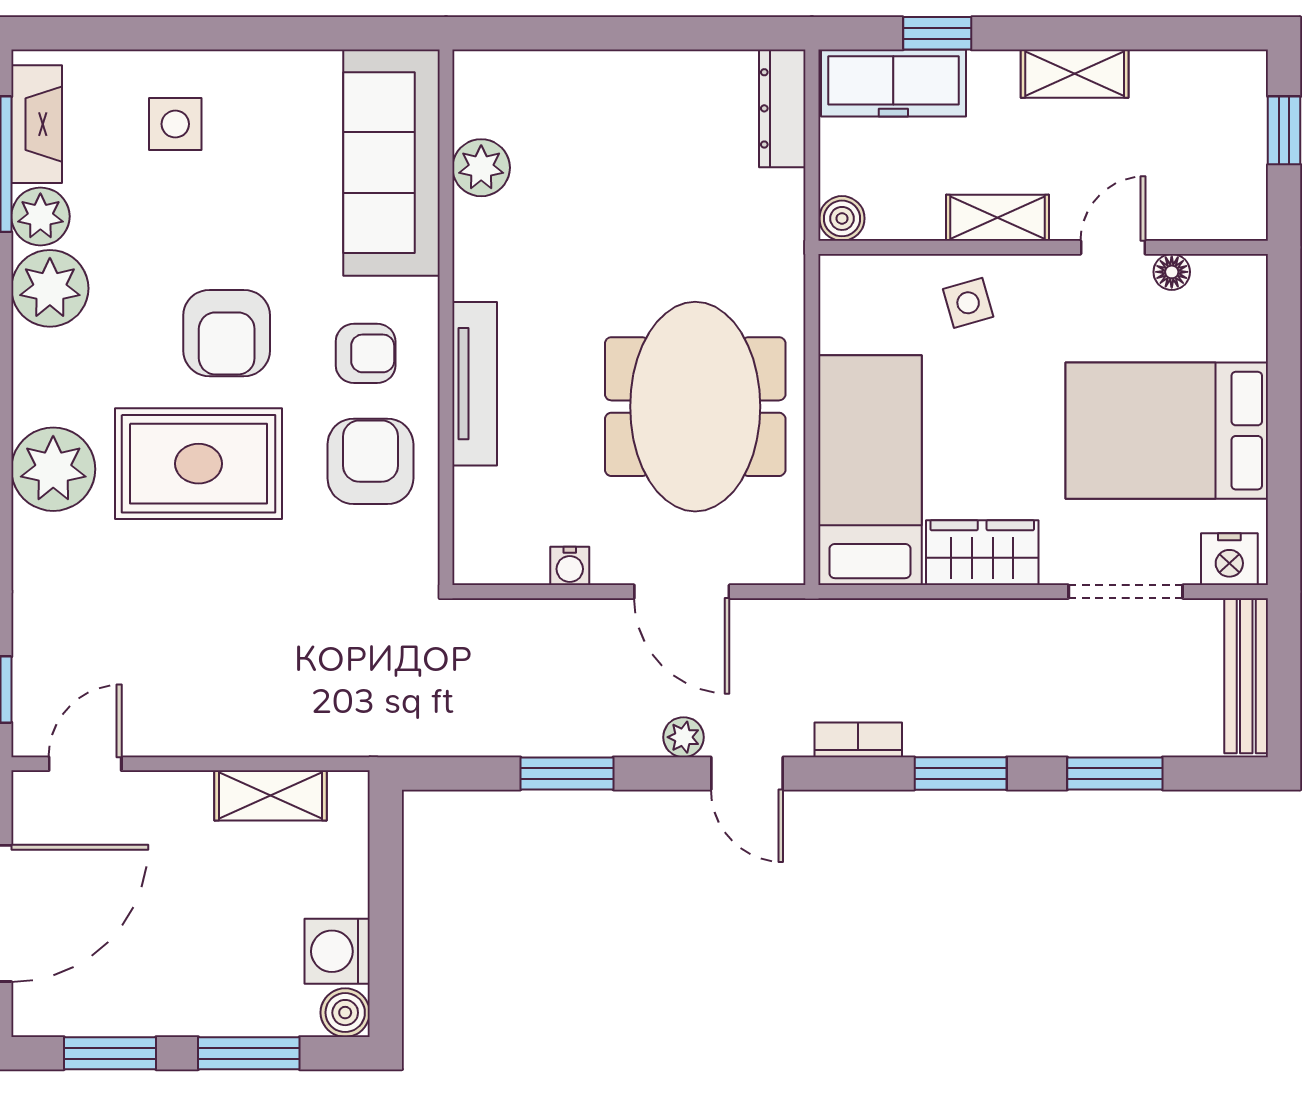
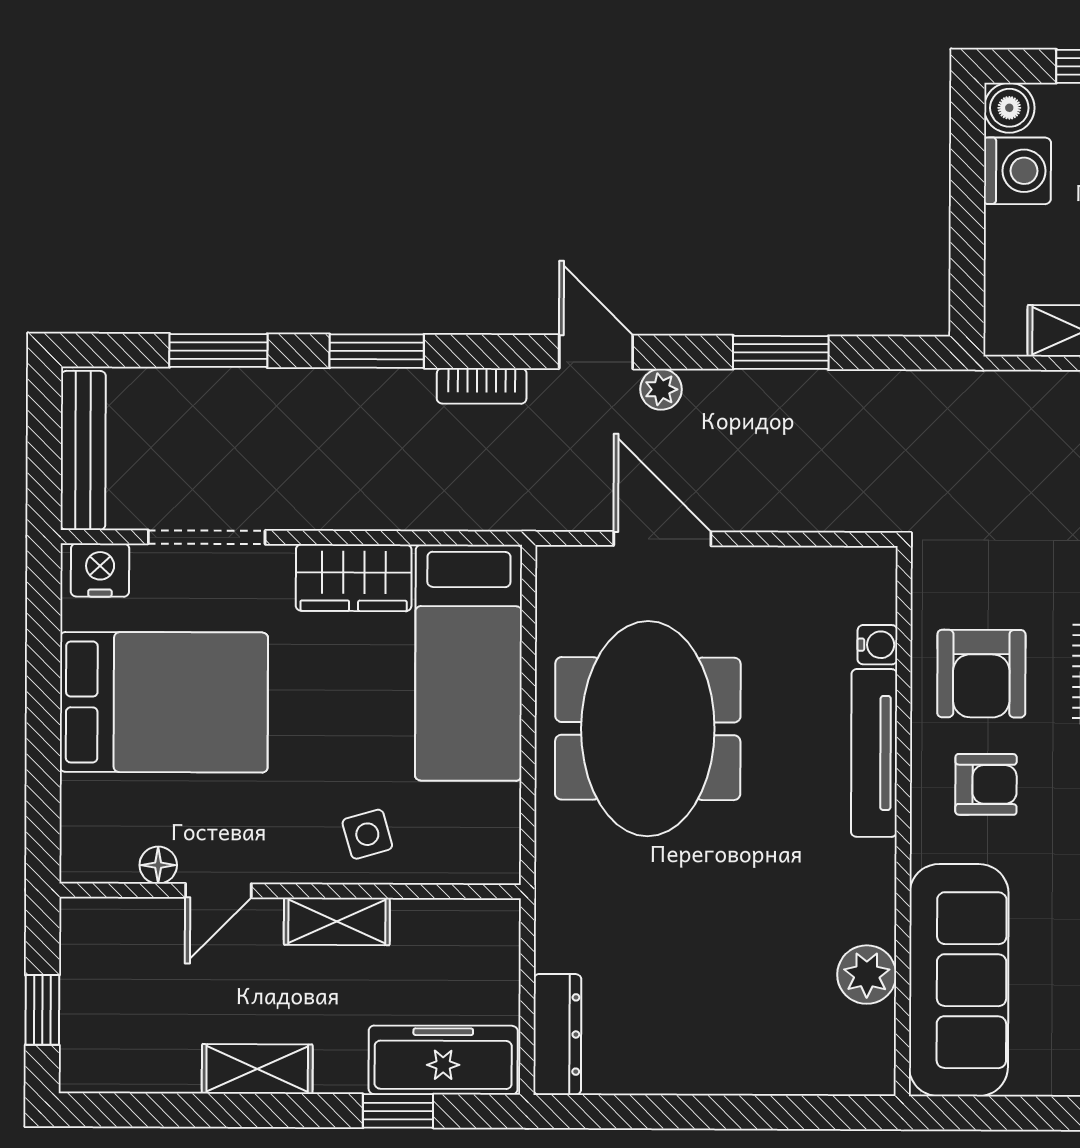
boiler: (842, 218) -> (496, 921), removed
armchair: (366, 353) -> (986, 784), turned 180
water cooler: (570, 566) -> (877, 645), moved, turned 90

